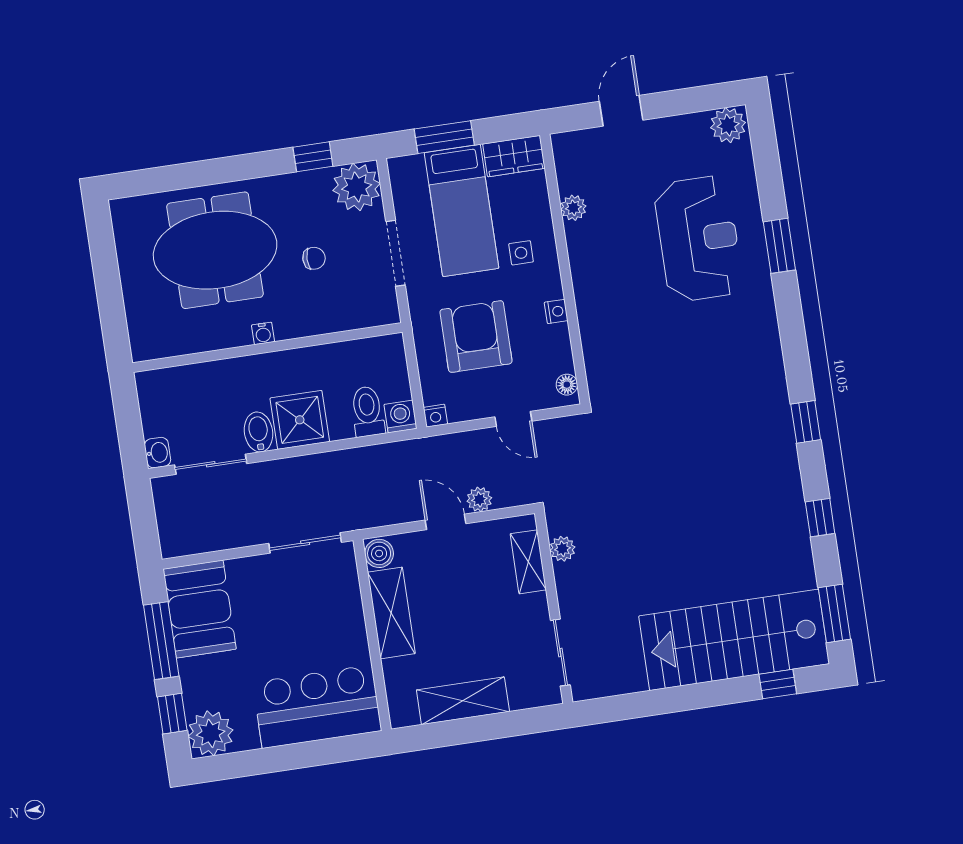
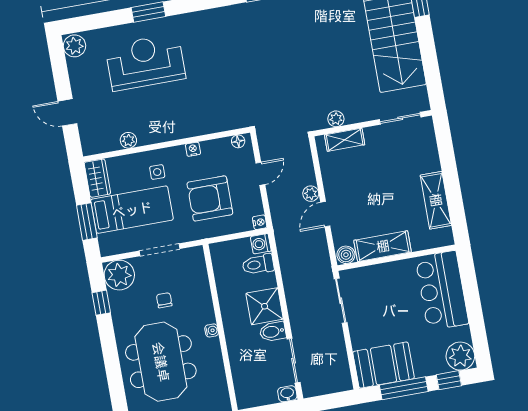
plant: (562, 549) -> (336, 119), moved
shelving: (528, 562) -> (345, 140), moved
wall: (554, 608) -> (373, 123), moved
sliding door: (560, 653) -> (400, 118), moved

